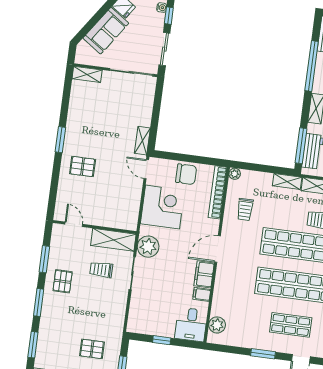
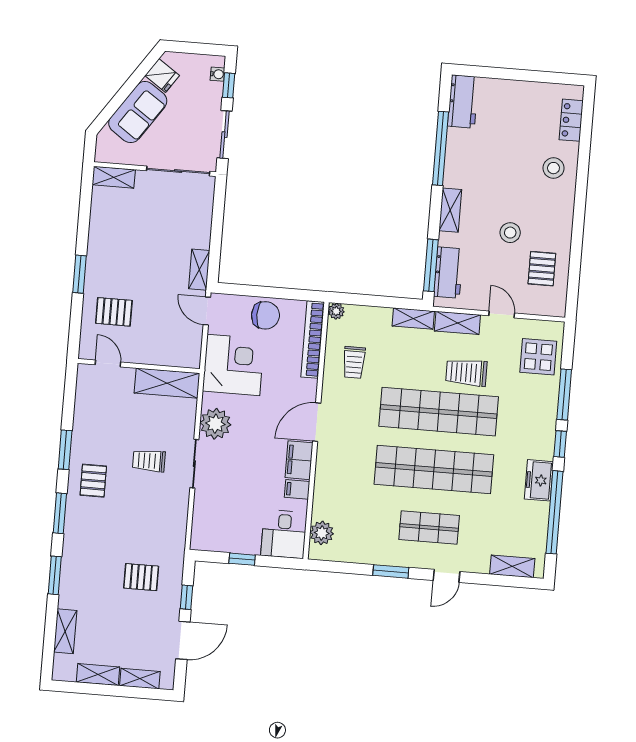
door: (74, 224) -> (108, 363), moved
wall: (95, 227) -> (139, 366), moved
shelving: (113, 240) -> (167, 383), moved

